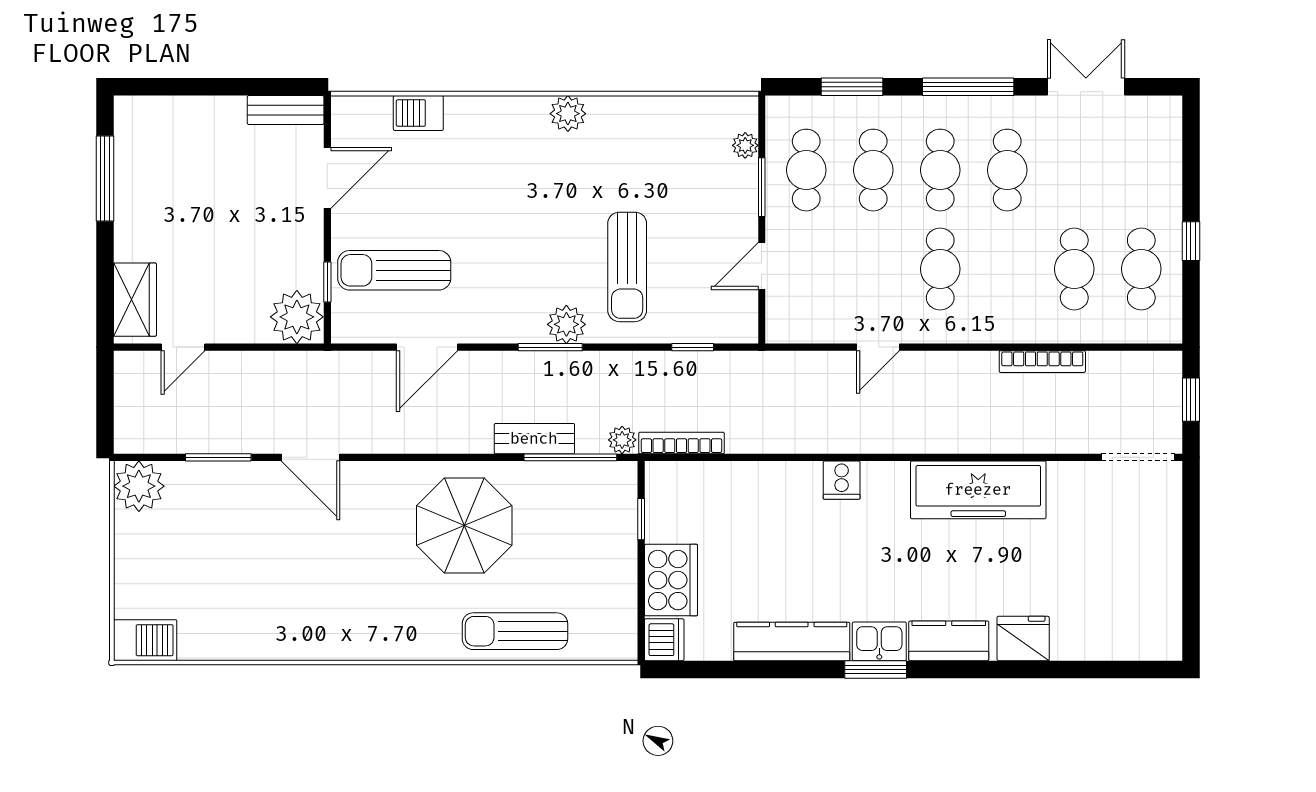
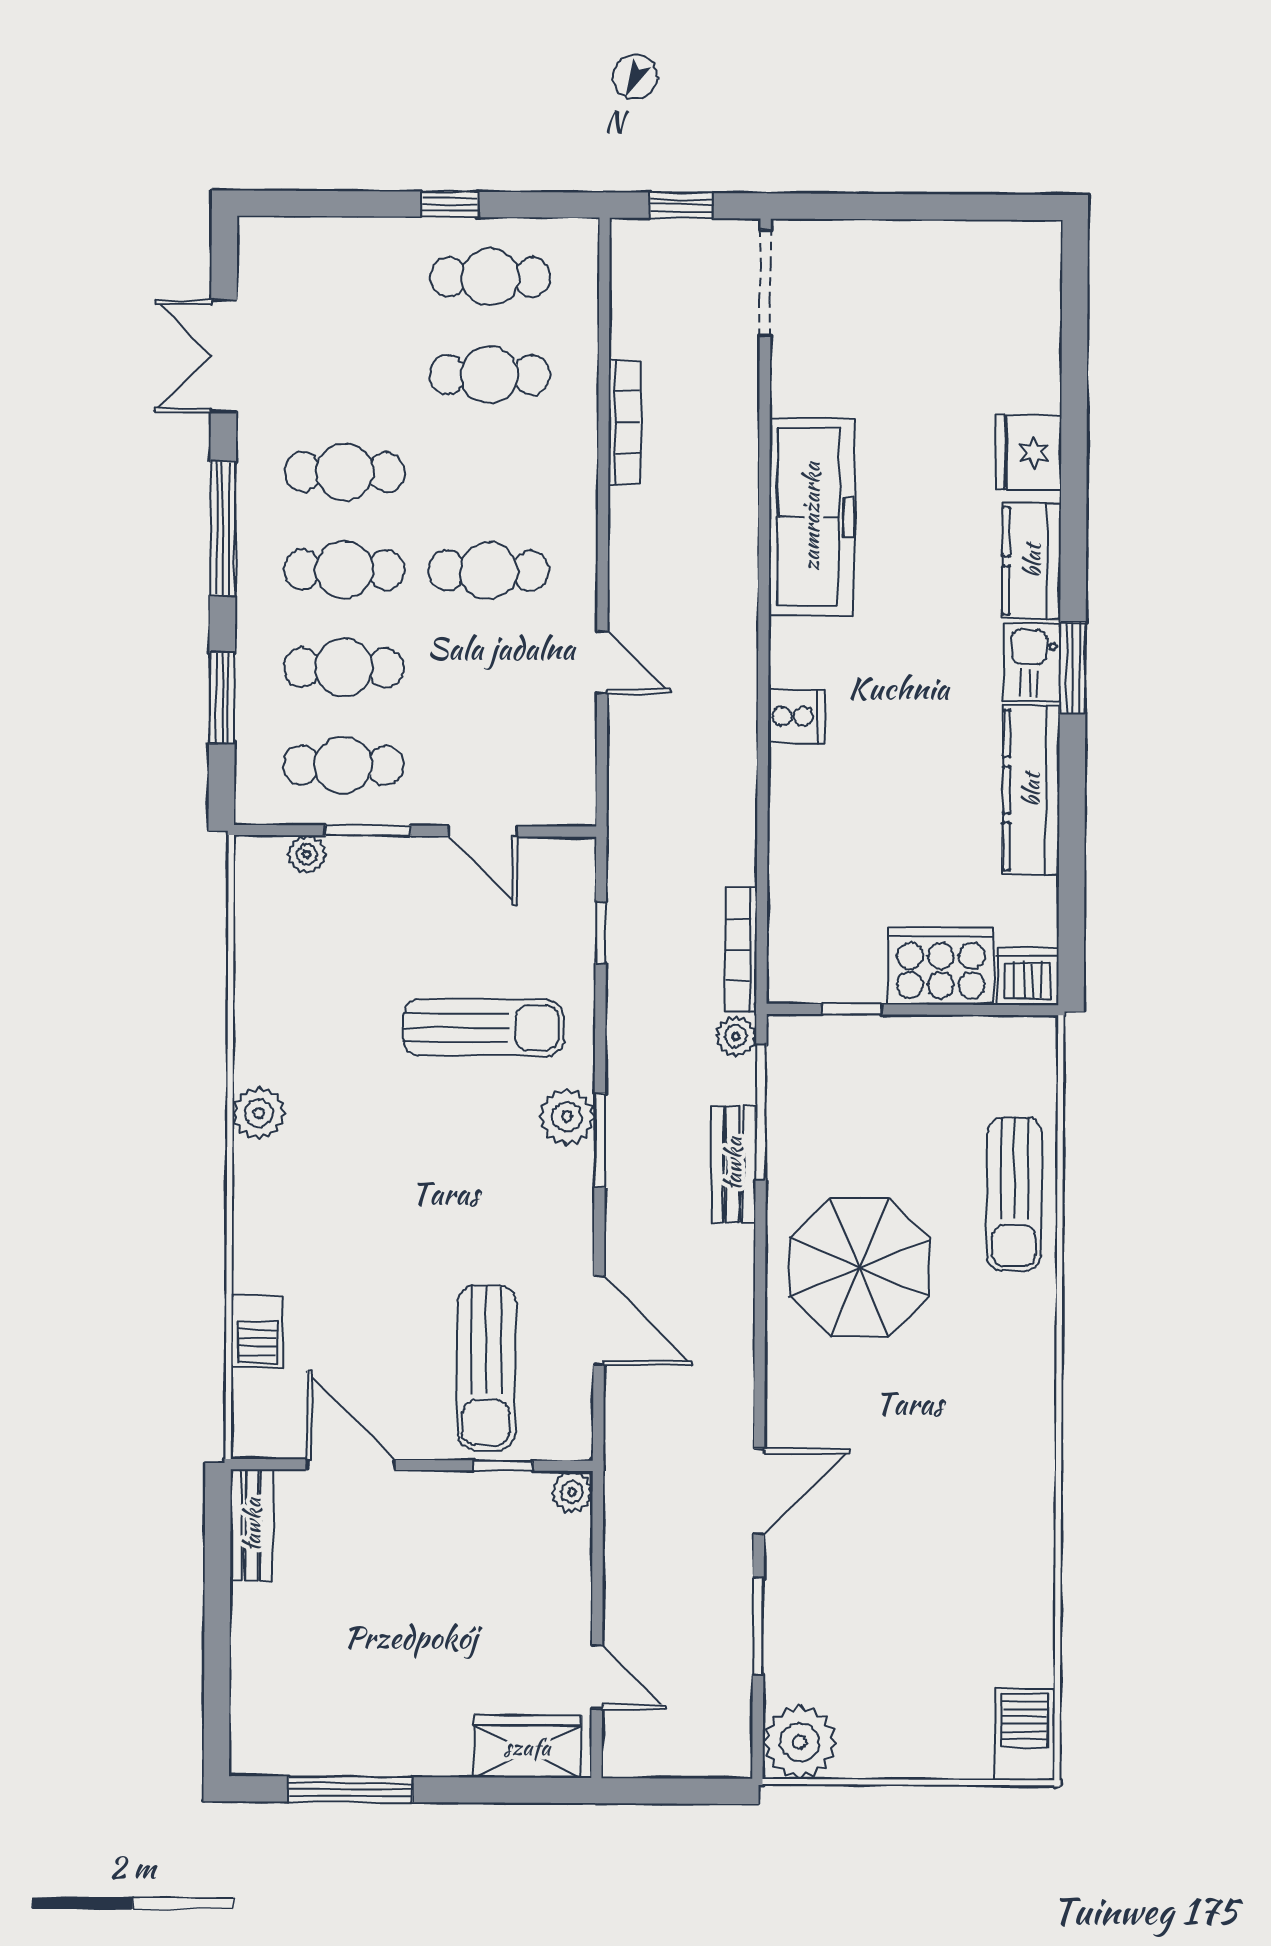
plant: (297, 317) -> (572, 1492), width x0.53, depth x0.53

